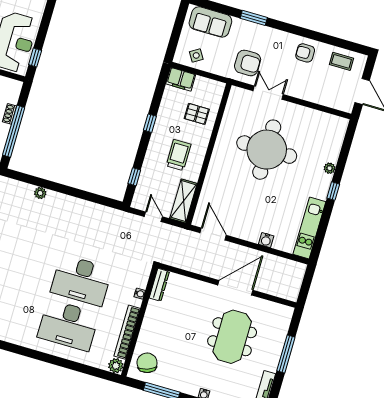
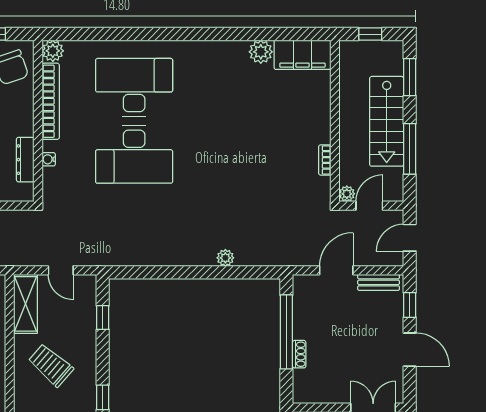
trolley: (178, 155) -> (51, 365), turned 131
desk: (81, 280) -> (134, 154), turned 180
dresser: (159, 285) -> (25, 160), moved

